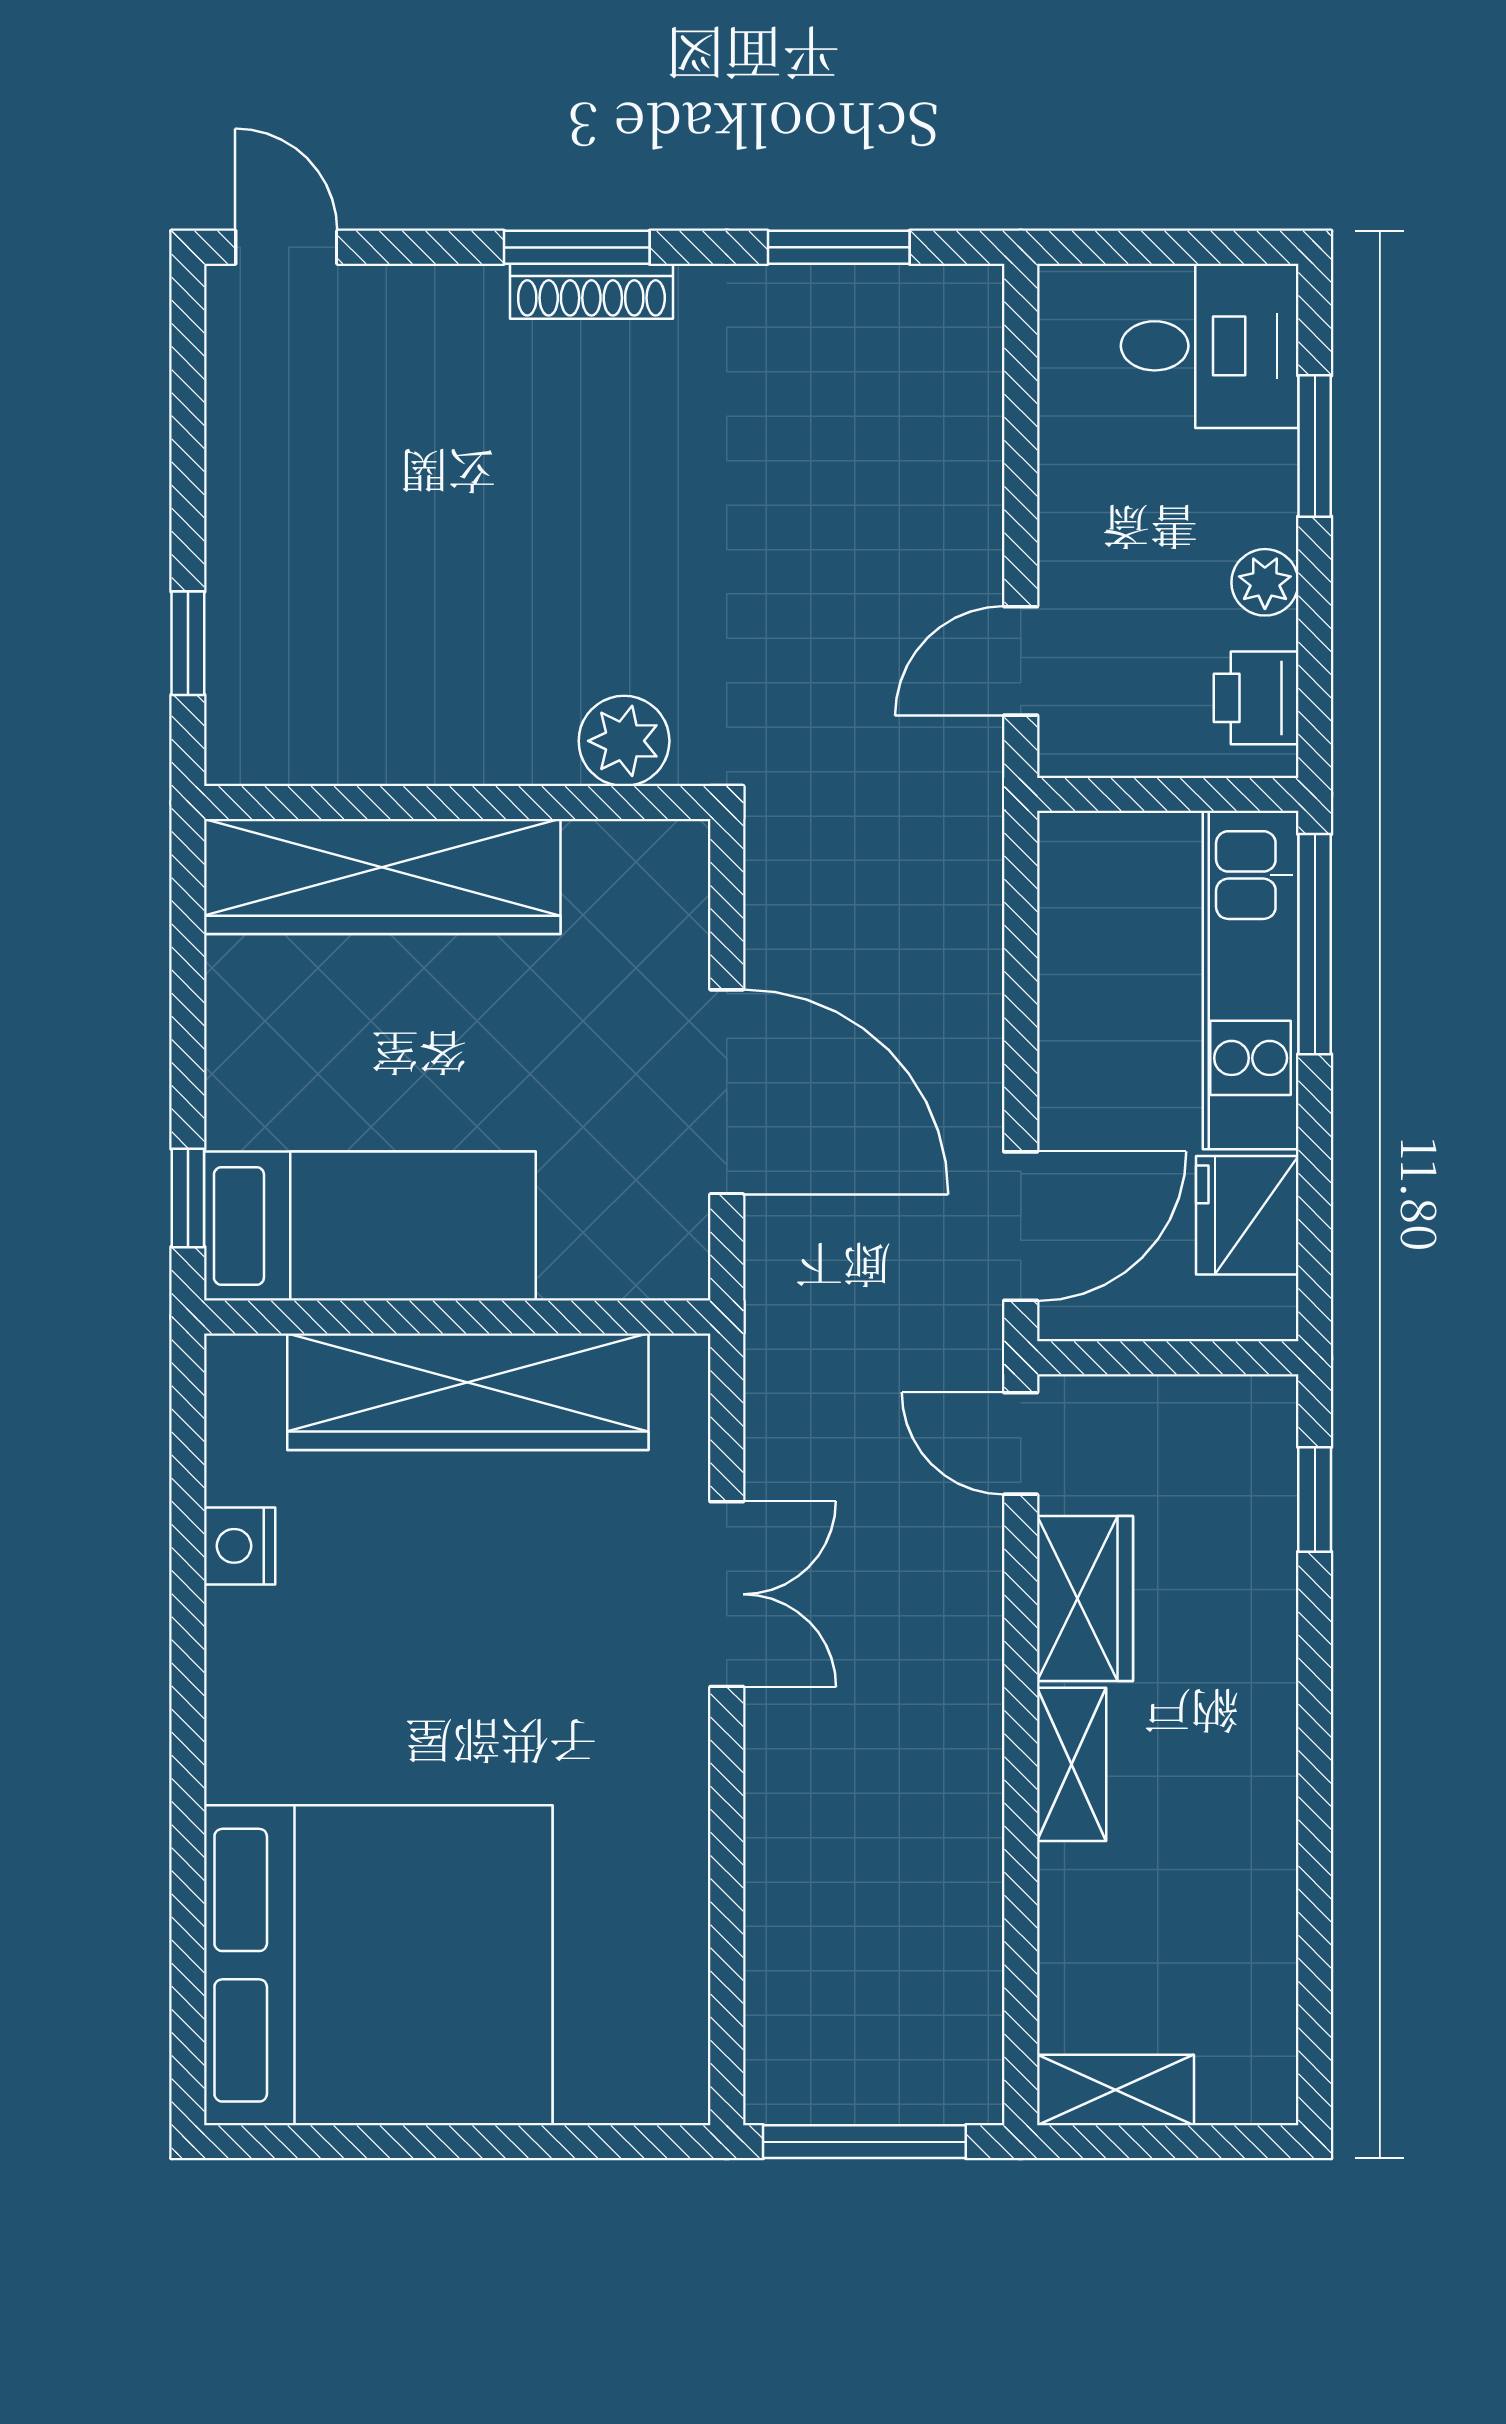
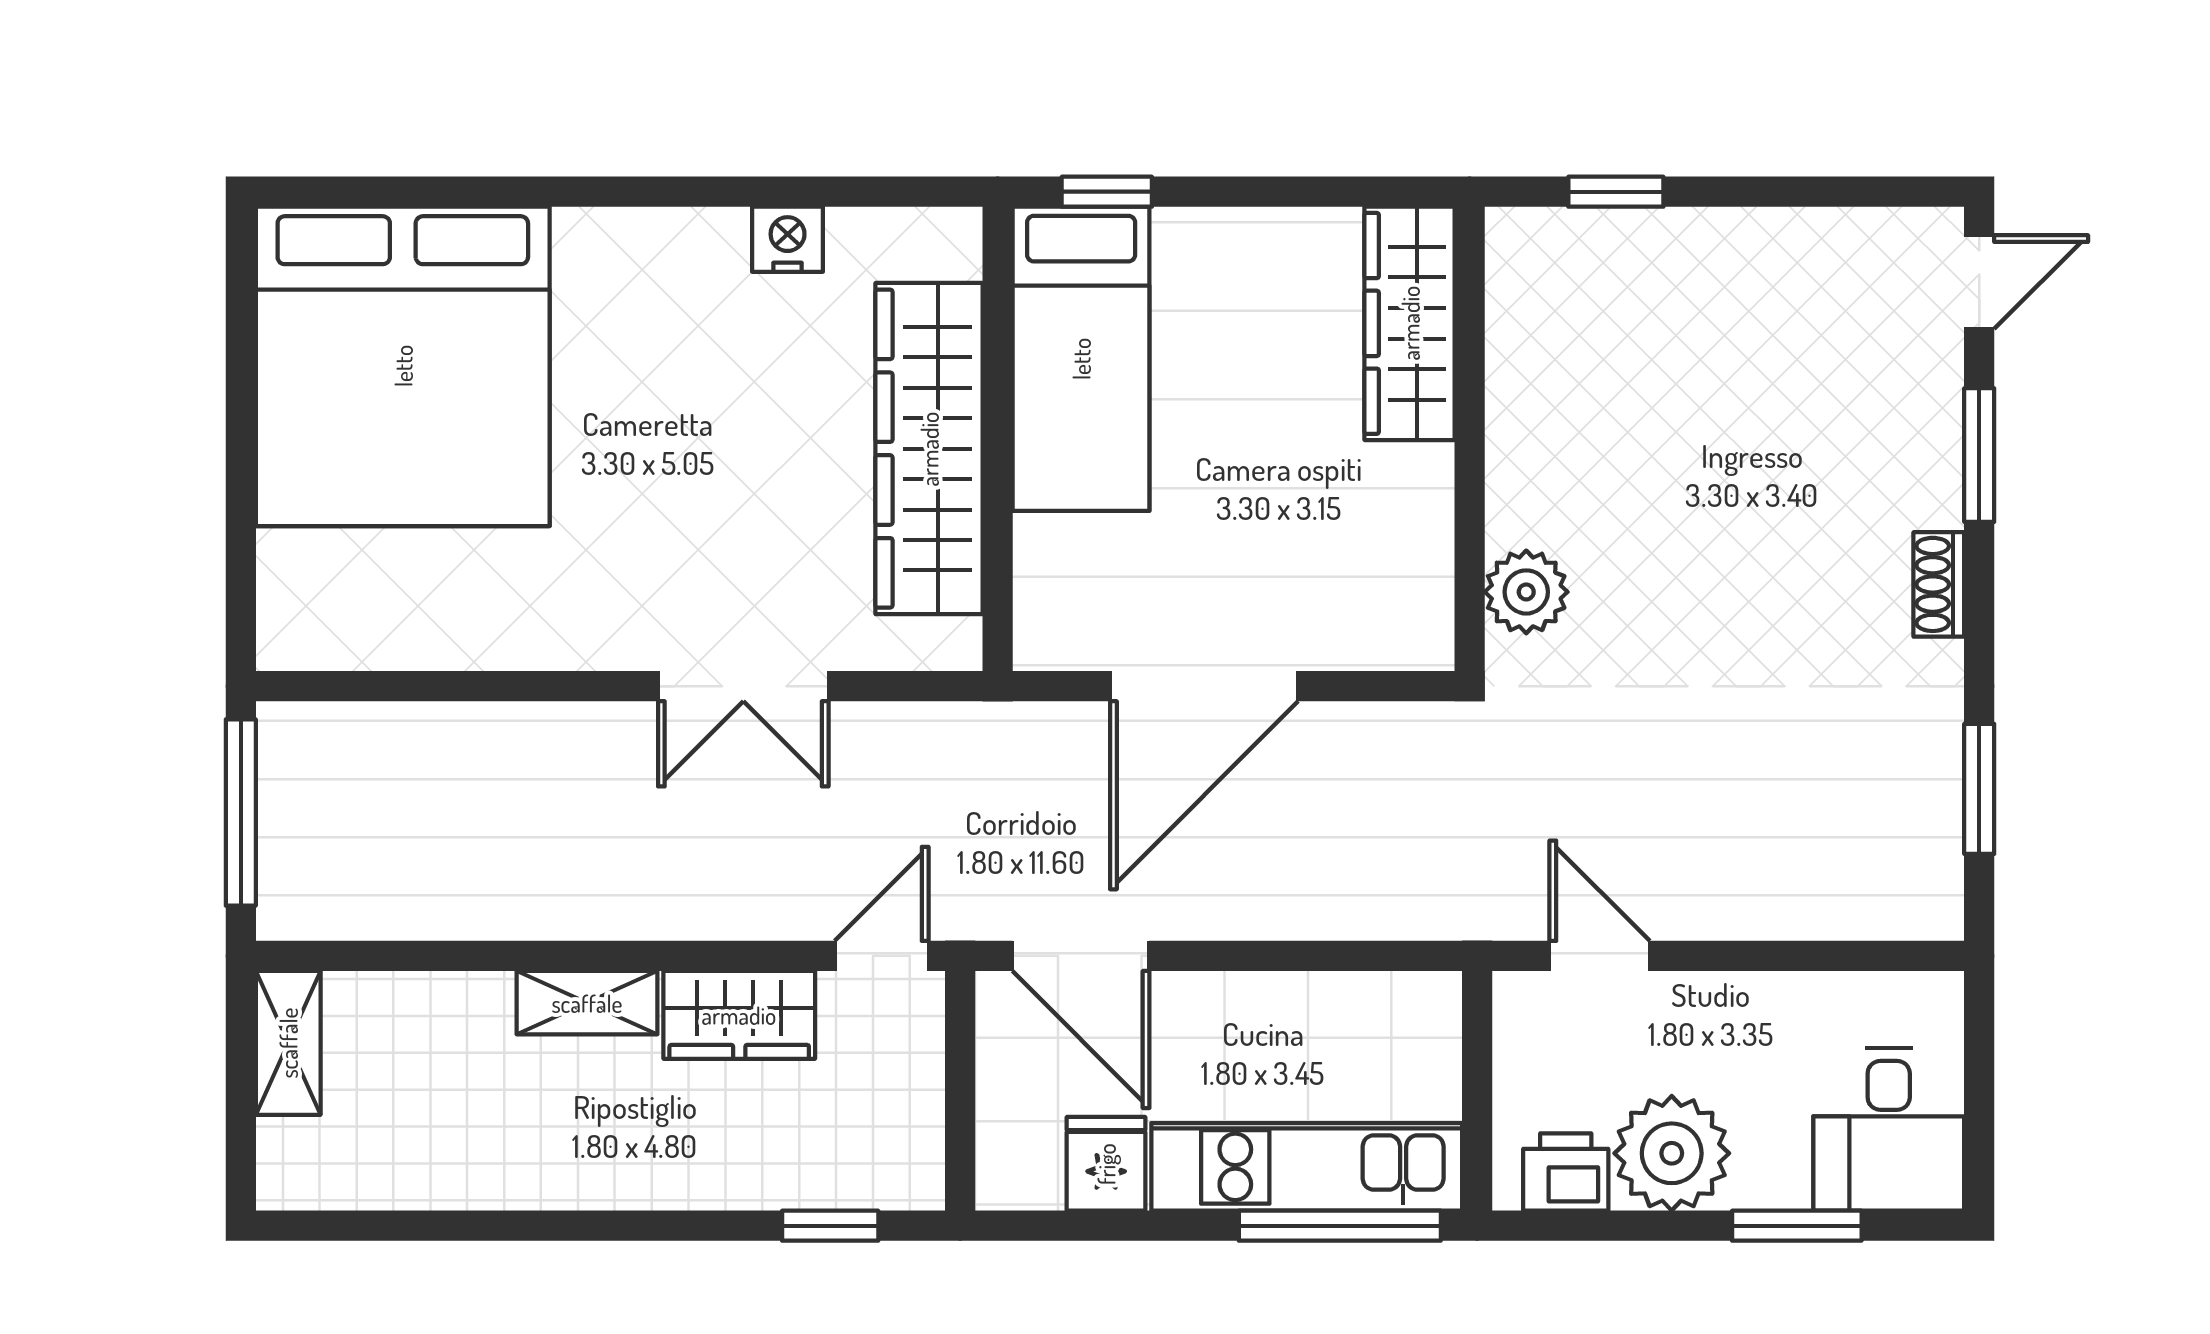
window: (577, 247) -> (1979, 455), moved
shoe rack: (591, 291) -> (1939, 584), width x0.70
plant: (1265, 582) -> (1672, 1153), width x1.87, depth x1.87
wardrobe: (382, 877) -> (1410, 323), width x0.71, depth x0.85
fridge: (1247, 1215) -> (1106, 1164), width x0.72

